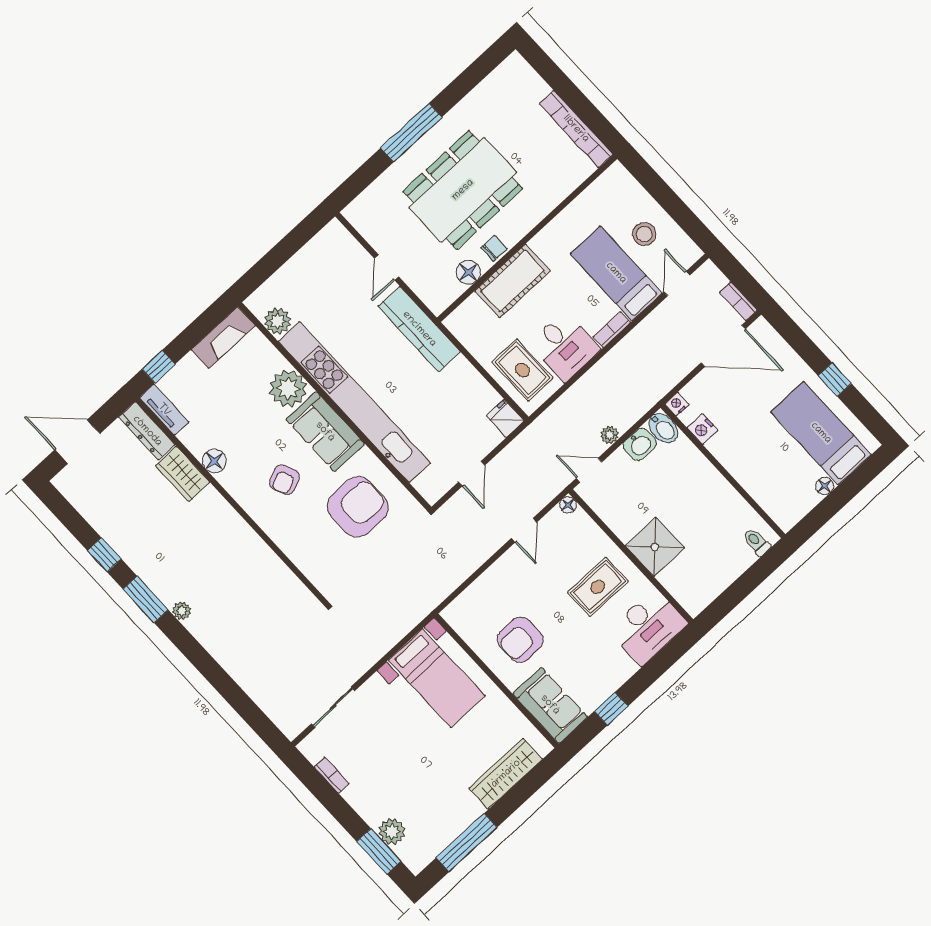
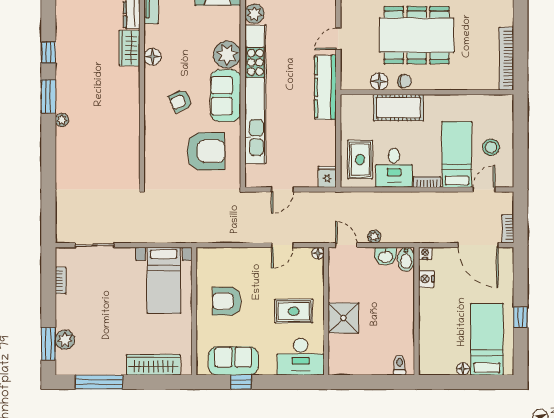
sofa: (550, 705) -> (233, 361), moved, turned -90

